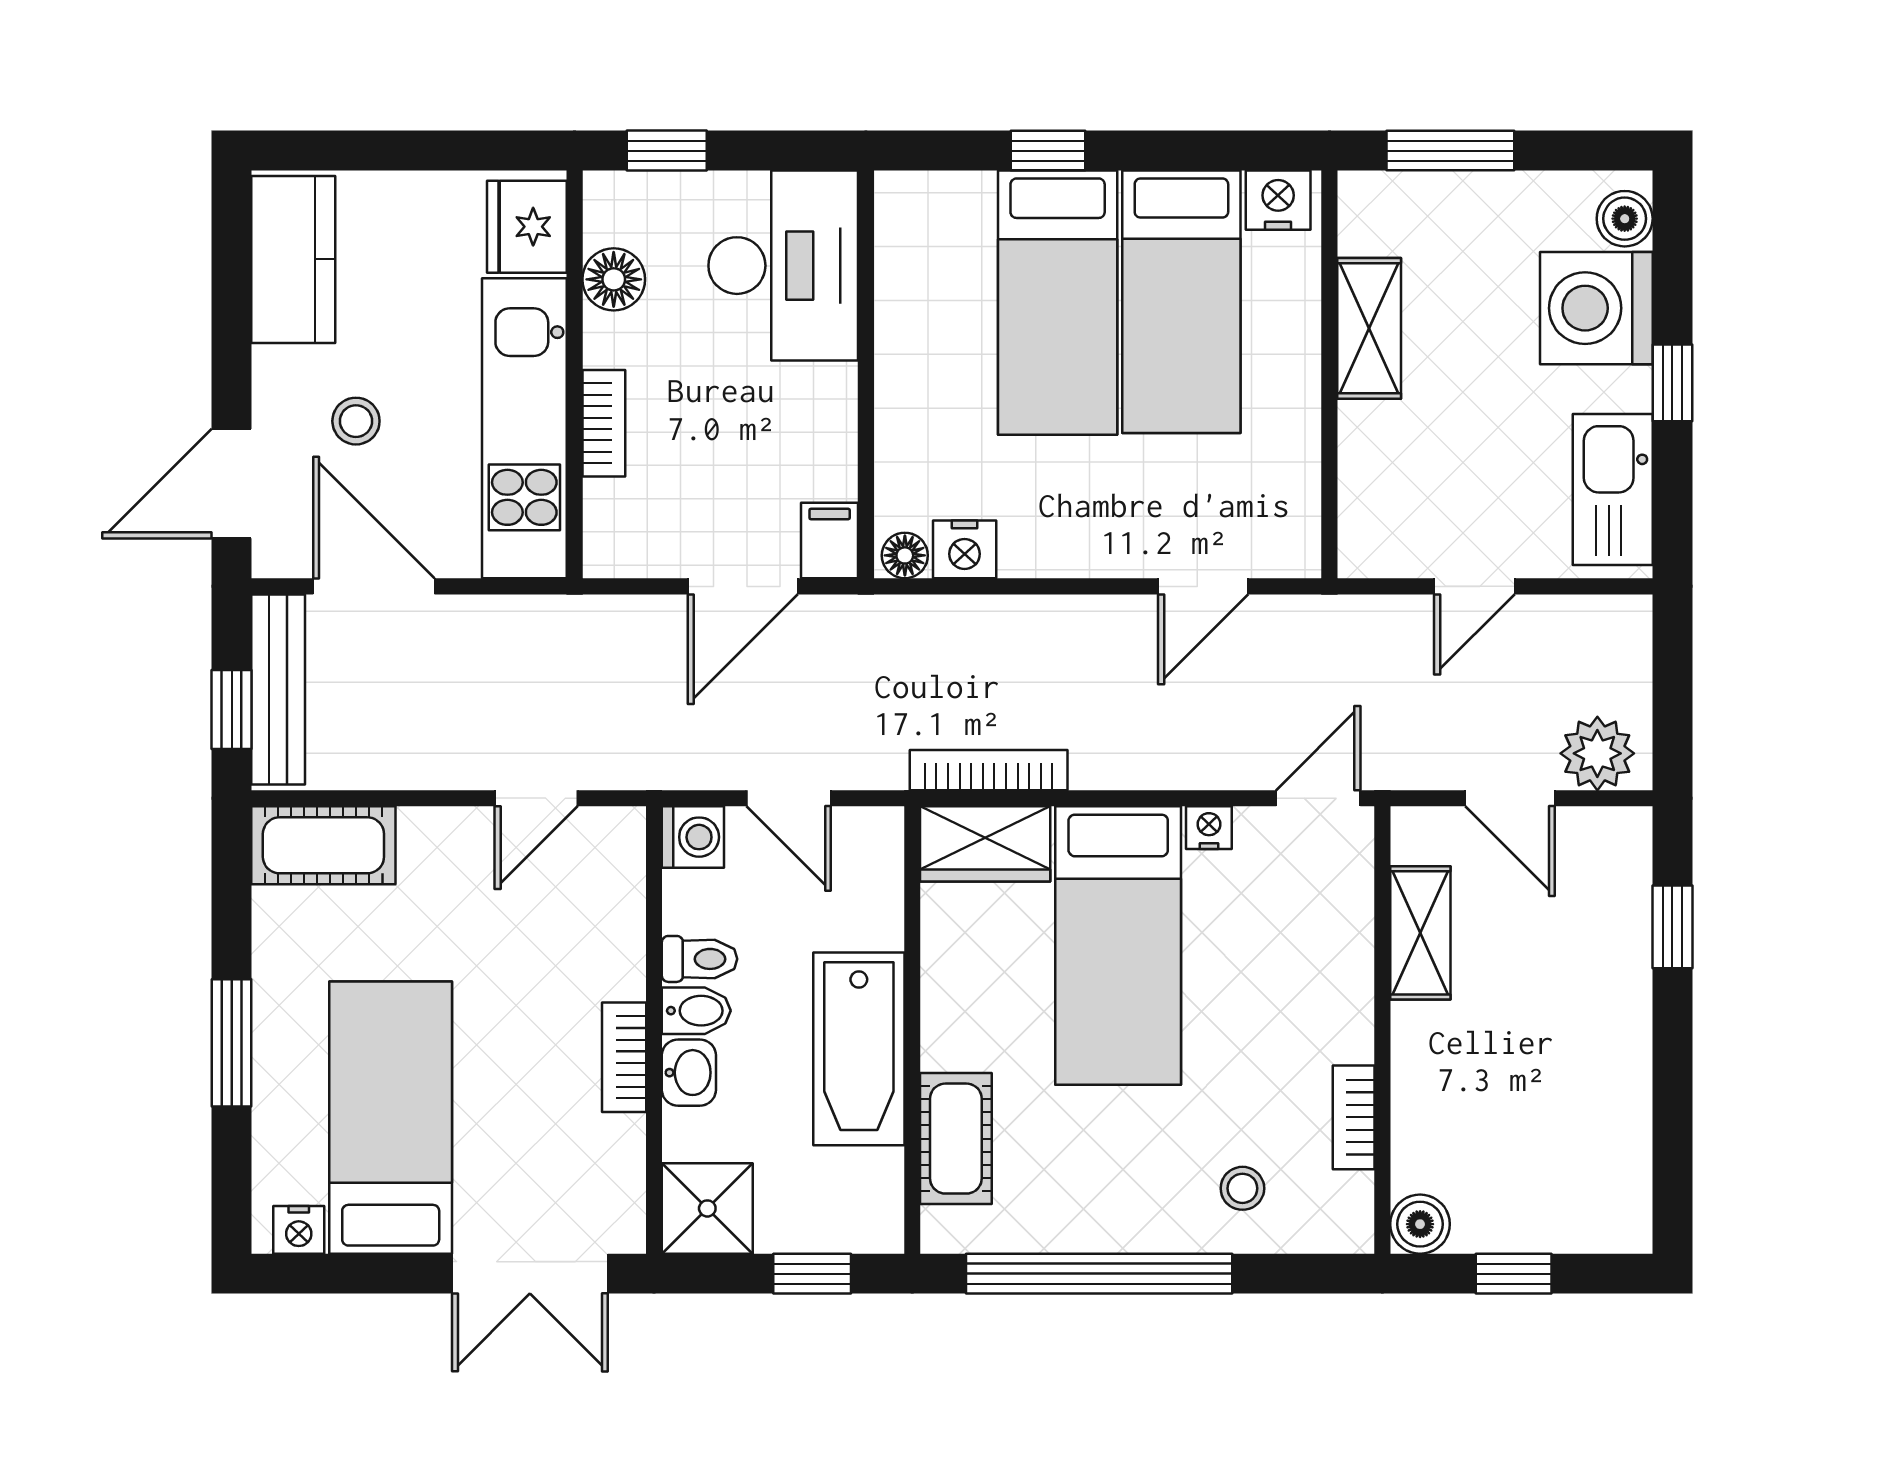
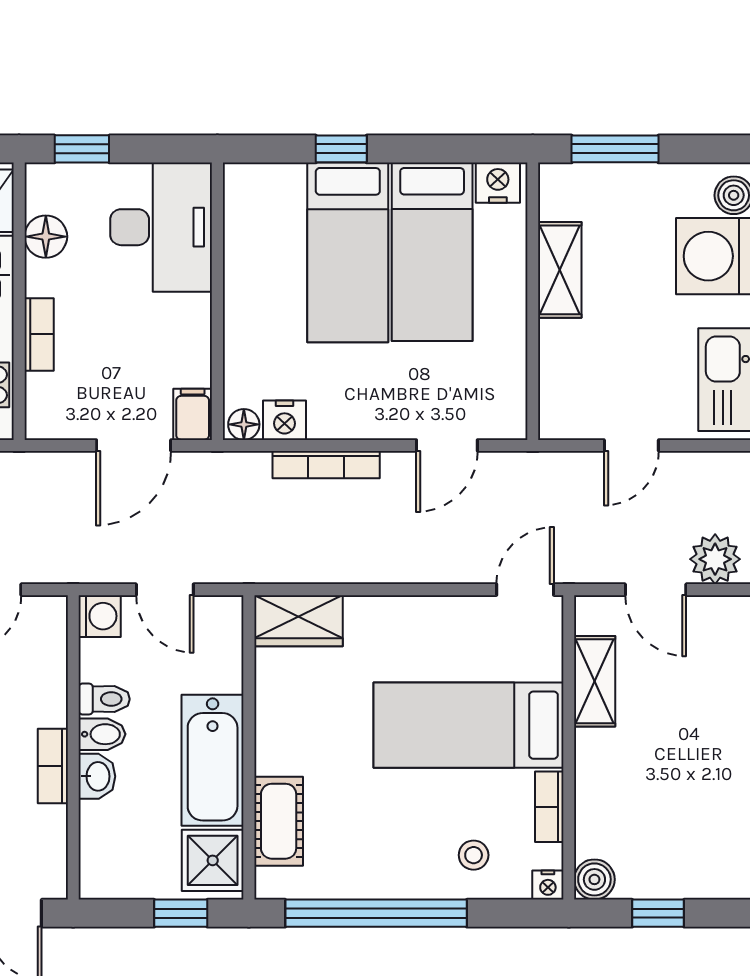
bookcase: (989, 770) -> (326, 465), moved, turned 180
nightstand: (1209, 828) -> (548, 885), moved, turned 180
bed: (1118, 946) -> (469, 725), moved, turned 90
shower: (707, 1208) -> (213, 860), moved

